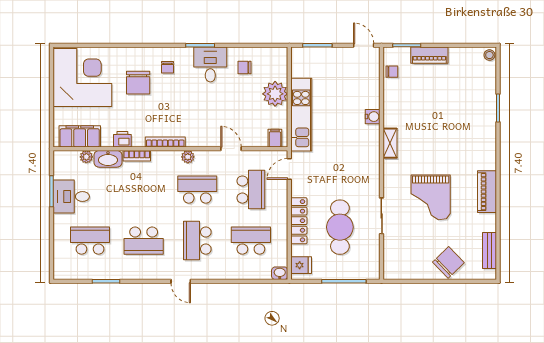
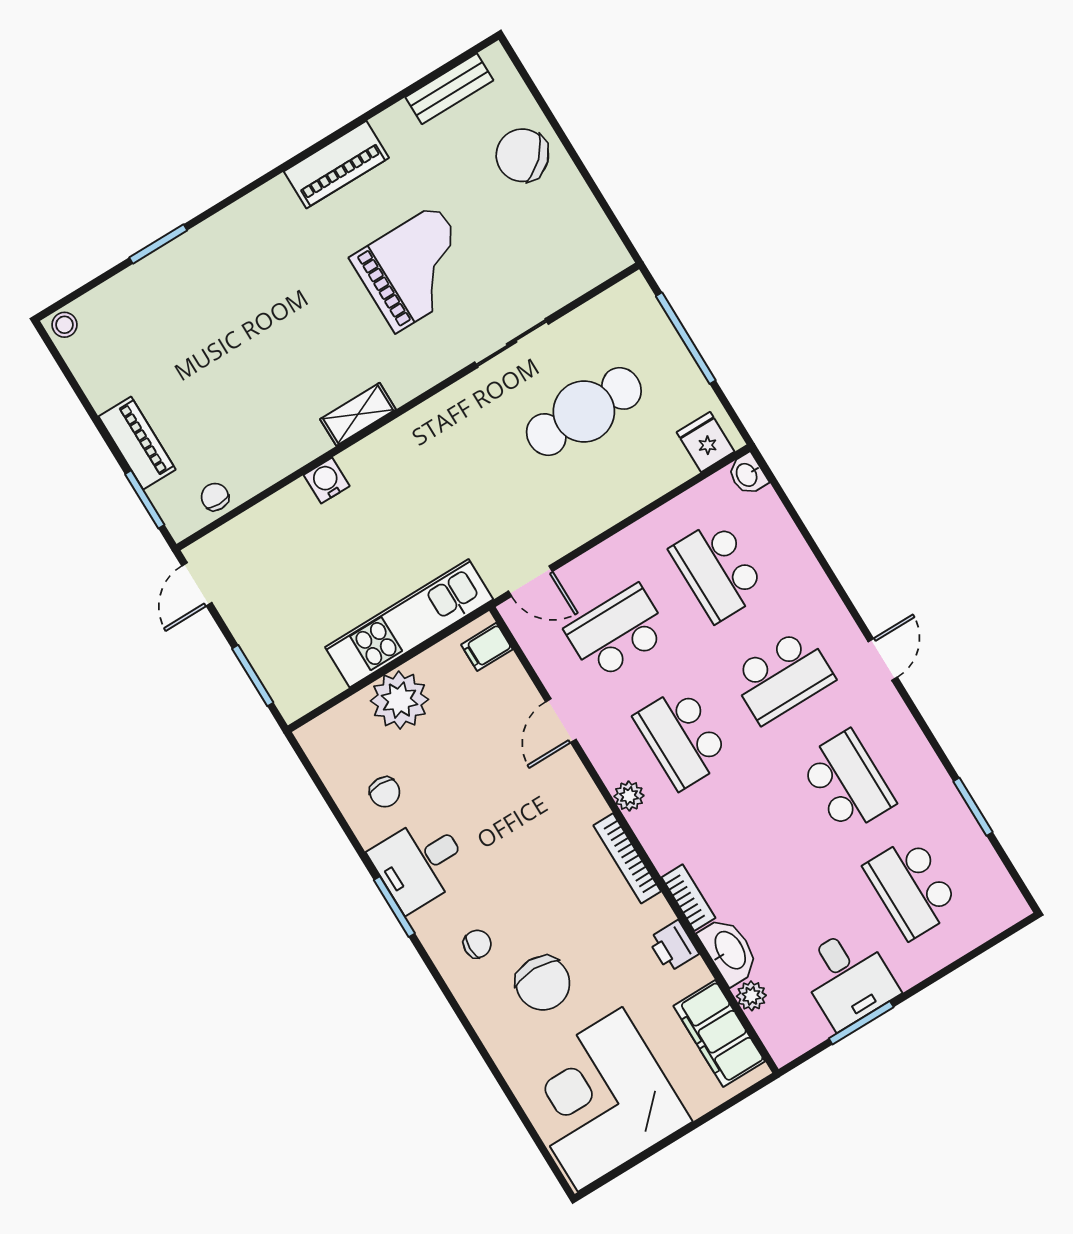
chair: (138, 83) -> (543, 983), turned 90
locker: (299, 221) -> (621, 500), removed

